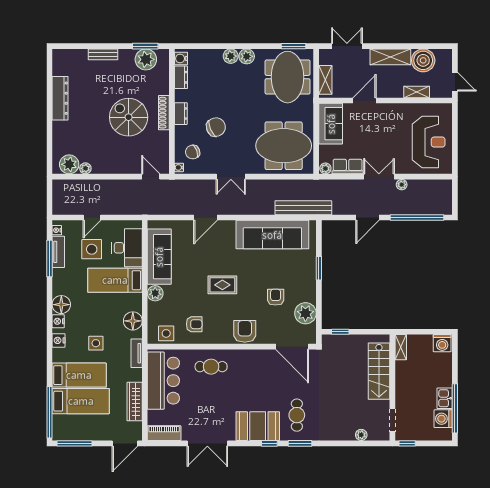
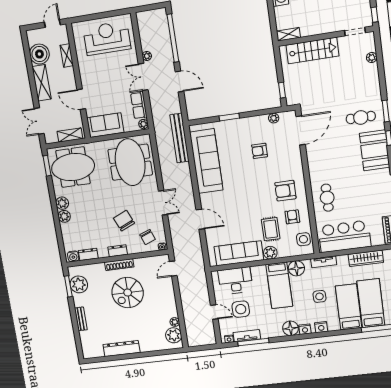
bed: (115, 280) -> (279, 285), moved
rug: (222, 285) -> (271, 229), moved
plant: (305, 313) -> (274, 118), width x0.53, depth x0.53
armchair: (245, 331) -> (285, 191), moved

